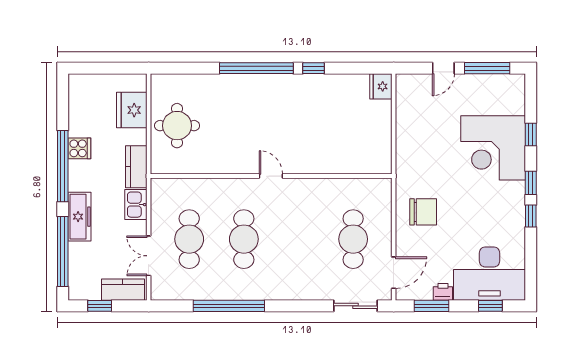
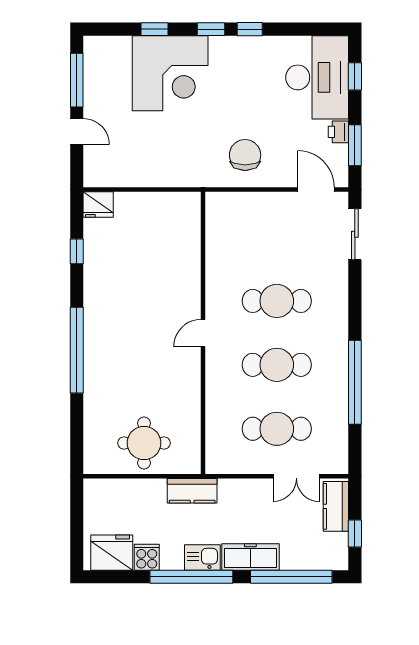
window: (313, 68) -> (77, 251), moved
fridge: (132, 110) -> (112, 553), moved, turned 180
cooker: (79, 148) -> (147, 557), moved
kitchen sink: (136, 205) -> (202, 557), moved, turned 180
cafe table: (353, 239) -> (277, 301), moved

